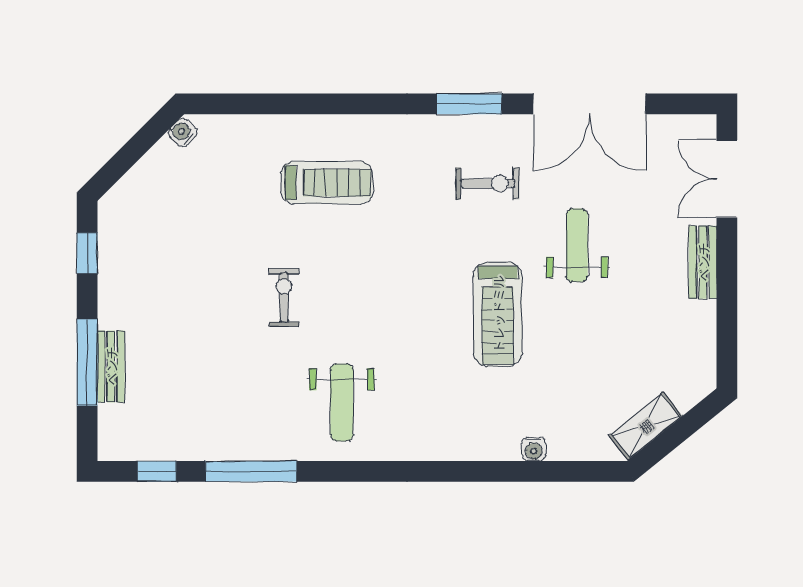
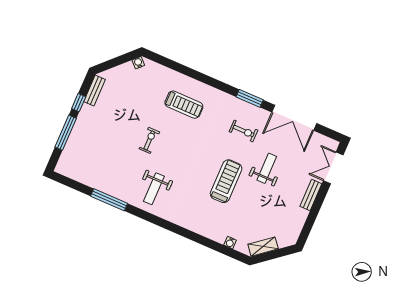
window: (87, 253) -> (79, 103), moved
treadmill: (498, 314) -> (226, 181), turned 180
bench: (111, 366) -> (95, 91), moved
water cooler: (534, 449) -> (230, 243), moved
window: (157, 471) -> (74, 185), removed

